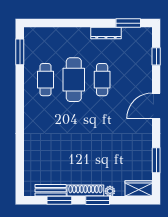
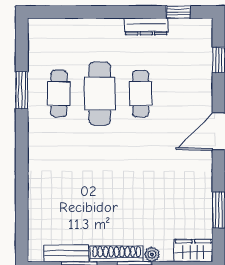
window: (128, 23) -> (178, 12), width x0.67
window: (20, 52) -> (22, 90), moved

